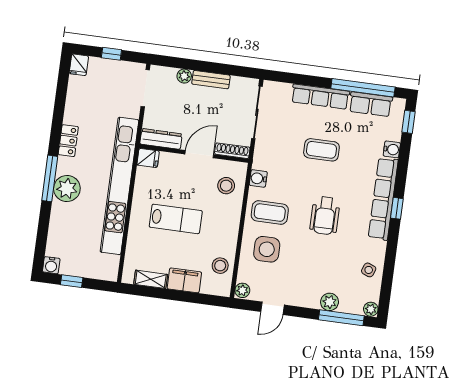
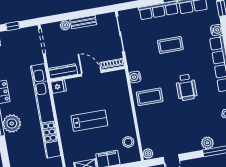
door: (199, 154) -> (91, 73), hinge flipped
stool: (226, 186) -> (115, 88), removed
side table: (267, 249) -> (155, 122), removed

